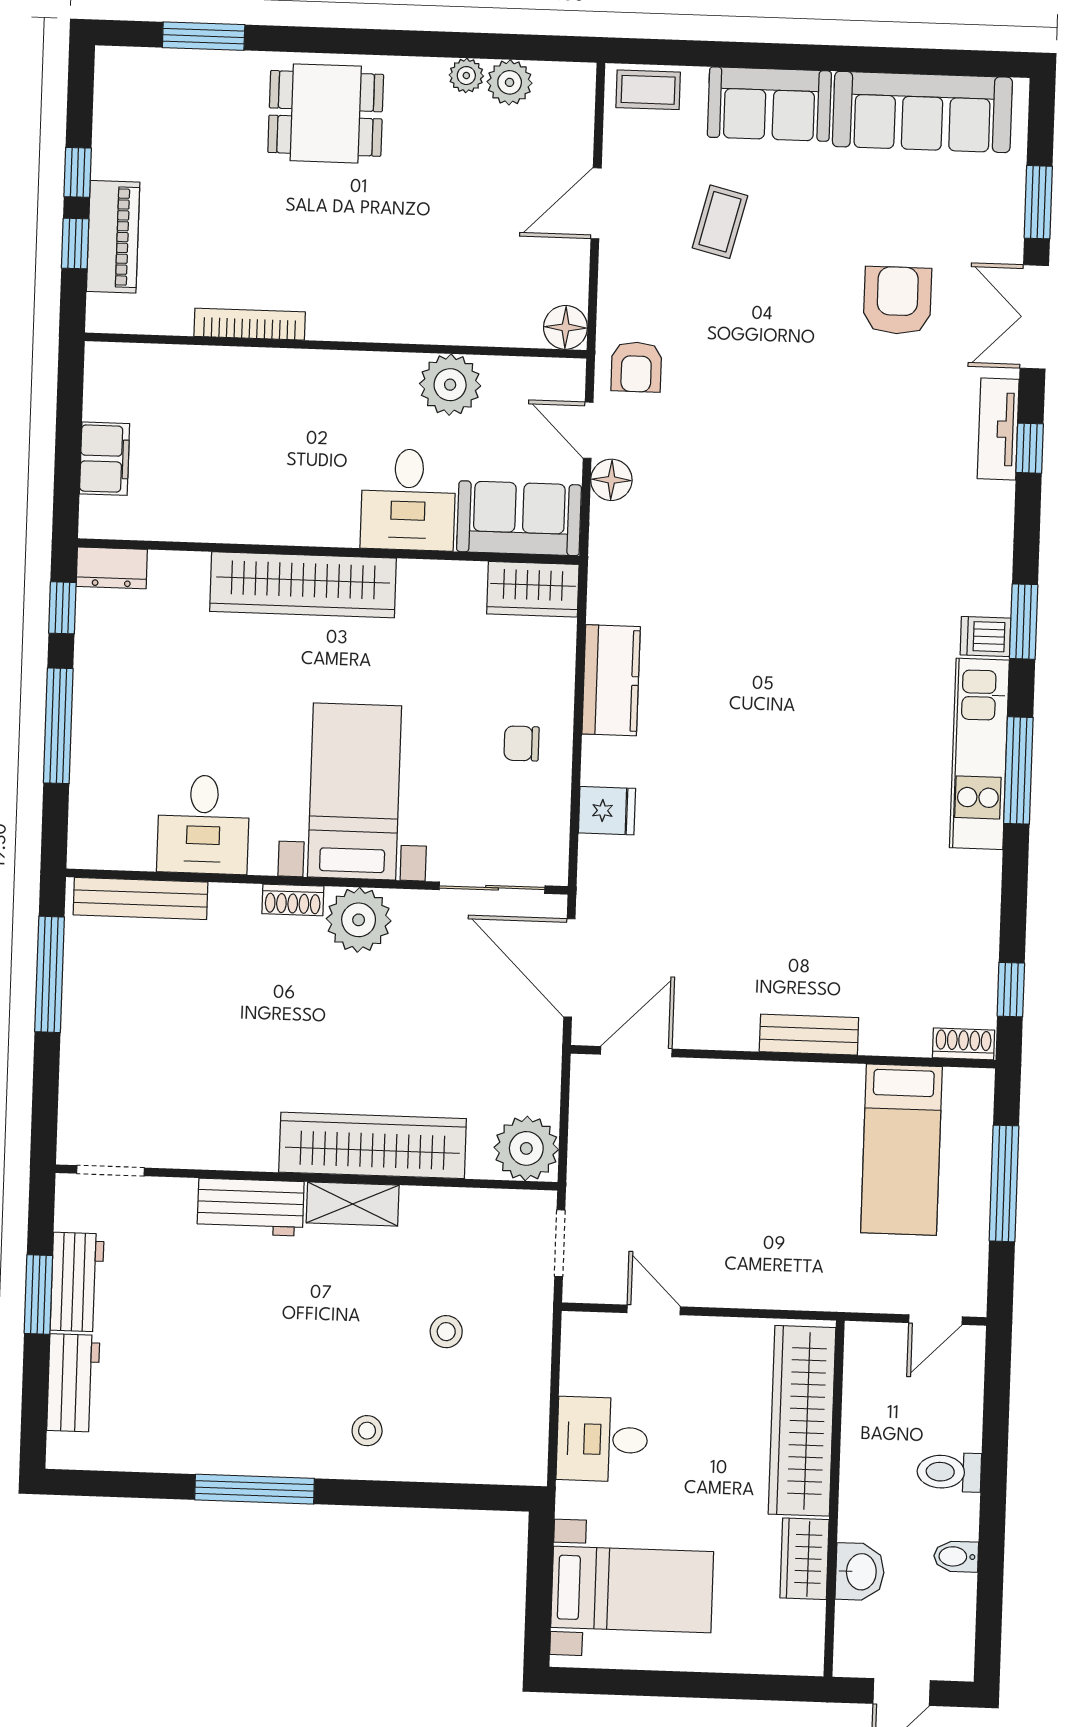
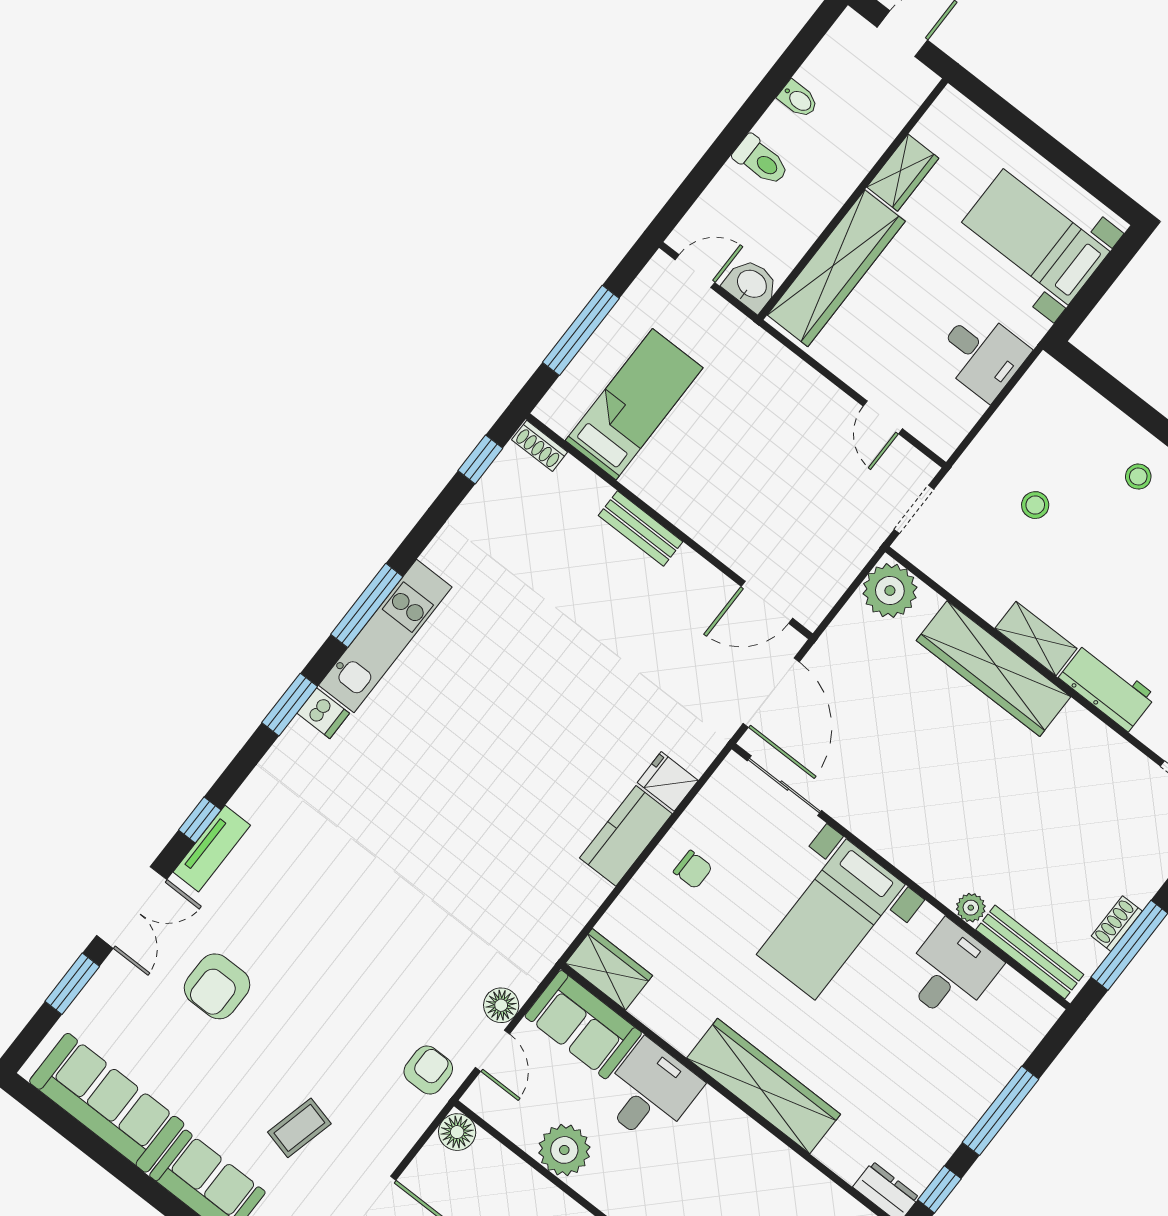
kitchen counter: (611, 680) -> (626, 836), moved
shoe rack: (293, 900) -> (1117, 924), moved, turned -90
plant: (359, 920) -> (971, 908), moved, width x0.53, depth x0.53
washbasin: (860, 1572) -> (751, 285), moved, turned 90

